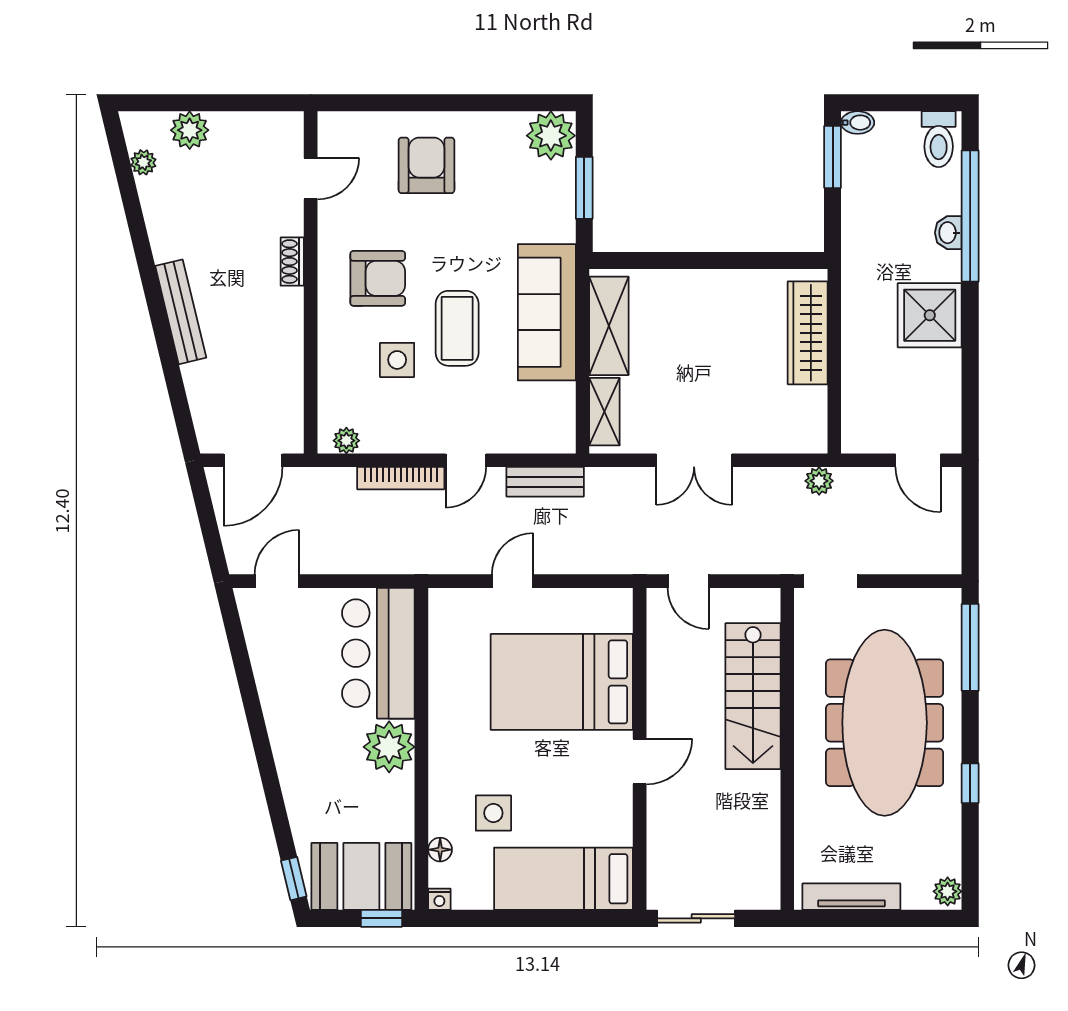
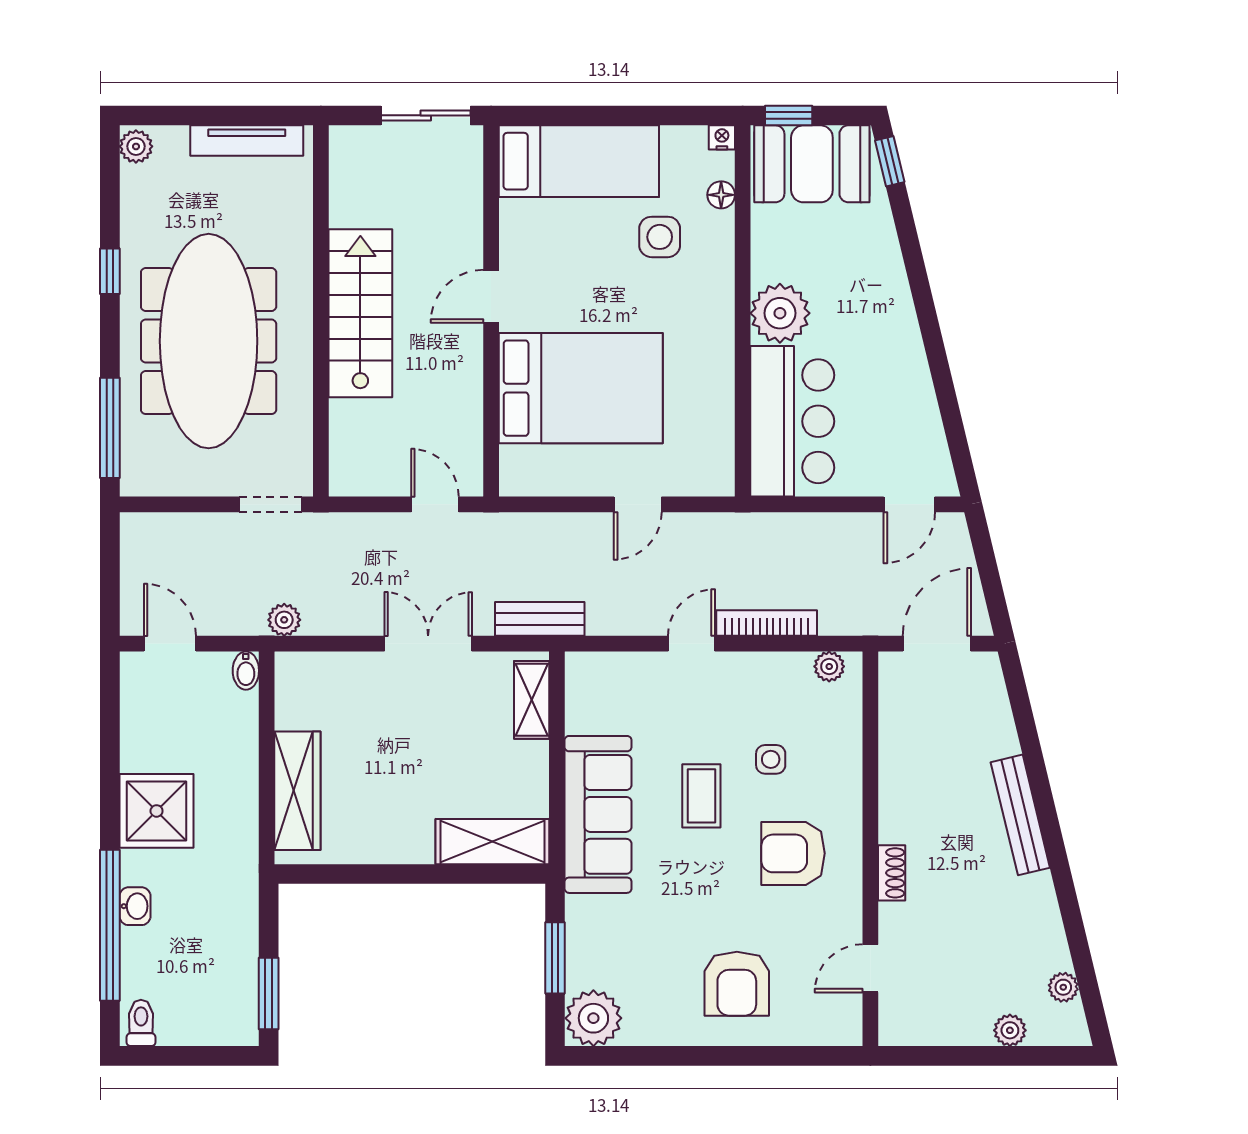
bidet: (858, 123) -> (246, 671), moved, turned -90
plant: (190, 130) -> (1010, 1030), width x0.73, depth x0.73
toilet: (939, 139) -> (141, 1023), width x0.73, depth x0.72
shelving: (609, 326) -> (492, 842), moved, turned 90
coffee table: (457, 328) -> (701, 796), width x0.73, depth x0.77
side table: (397, 360) -> (771, 759), width x0.73, depth x0.73
bench: (545, 482) -> (540, 619), moved
stairs: (753, 696) -> (360, 313), moved

